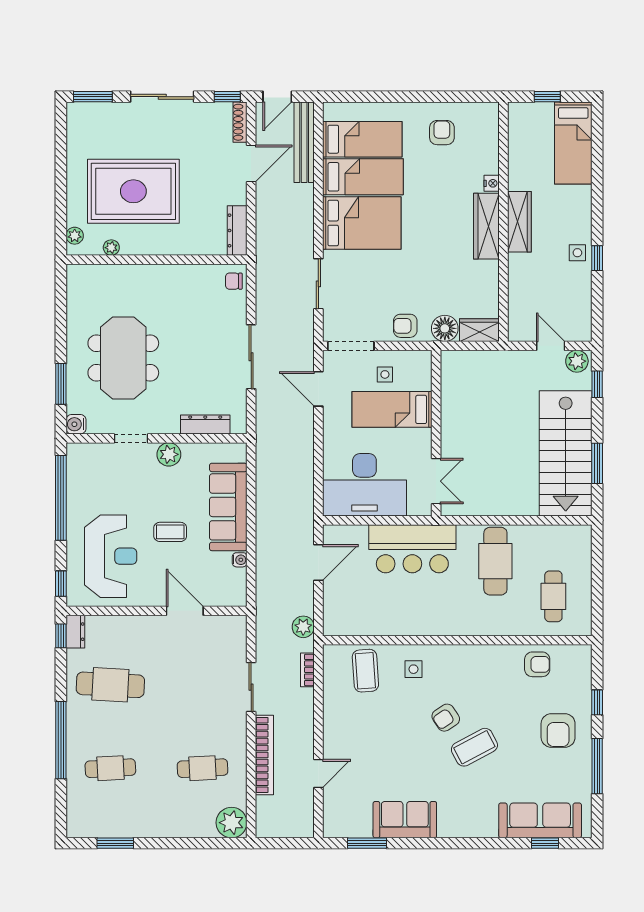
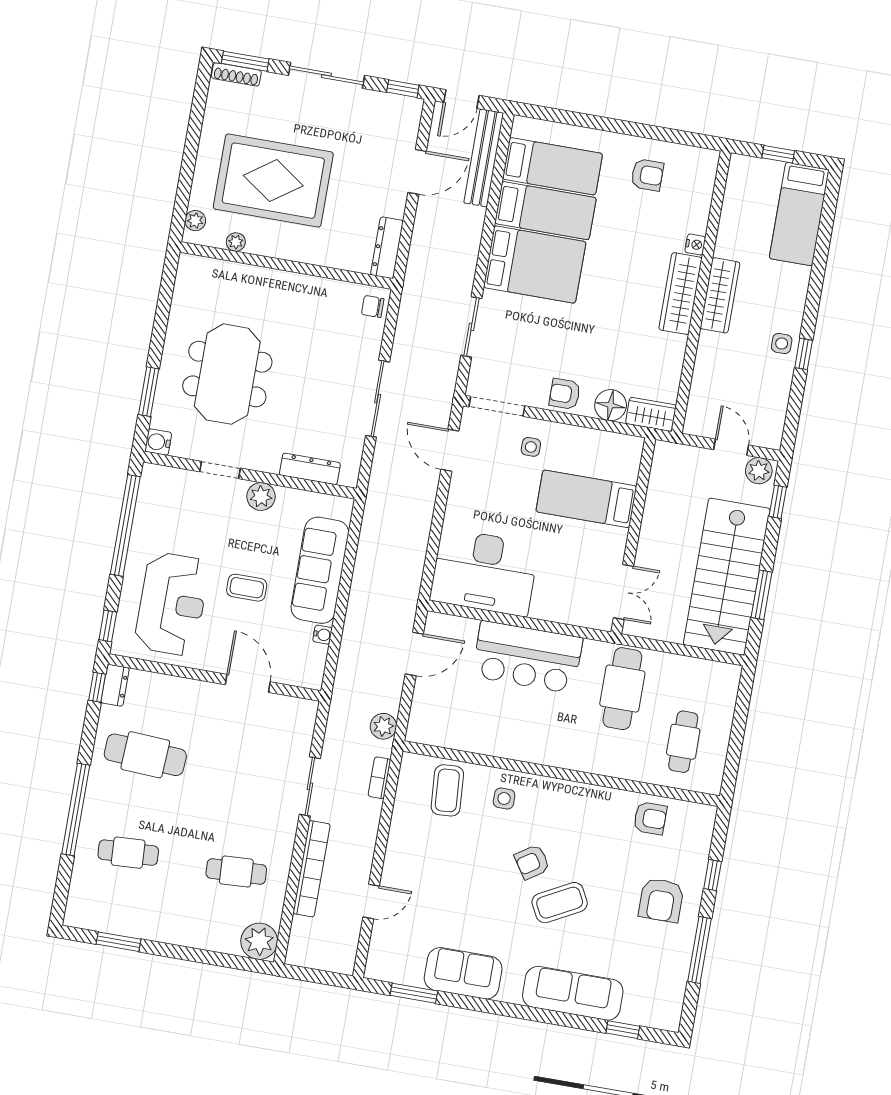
shoe rack: (240, 122) -> (236, 74), moved, turned -90
armchair: (442, 133) -> (647, 175), turned 90
bed: (392, 409) -> (586, 499), moved
wall: (436, 433) -> (633, 536), moved
double door: (436, 481) -> (623, 592), moved
sofa: (540, 820) -> (573, 993), moved

